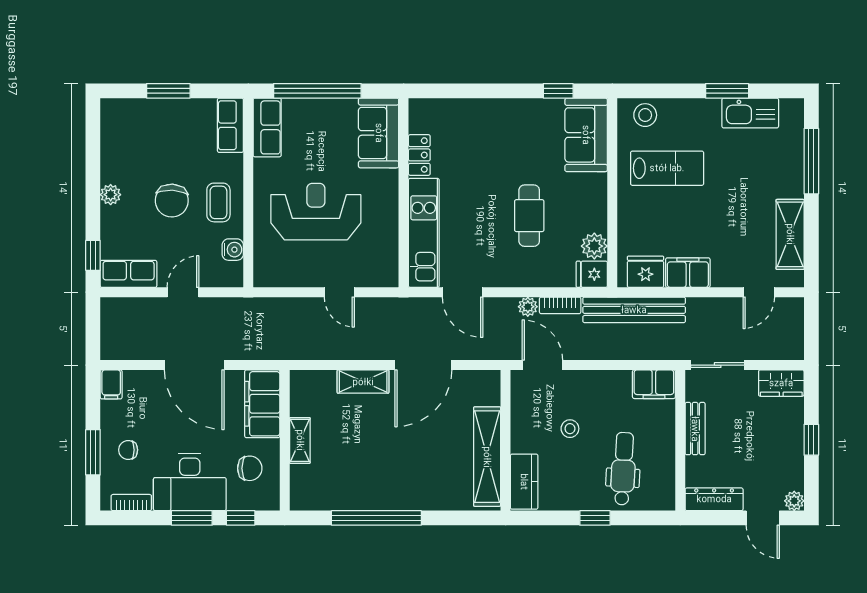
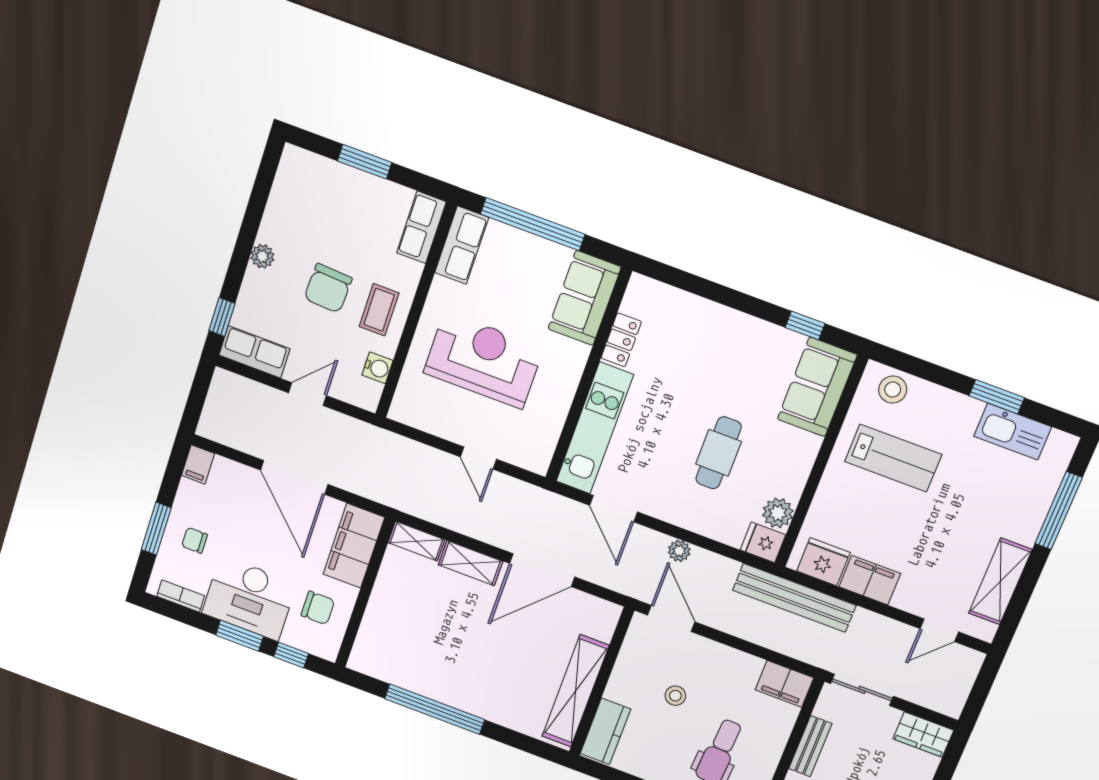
bookcase: (560, 305) -> (715, 563), removed
shelving: (300, 440) -> (416, 541), moved, turned 90

